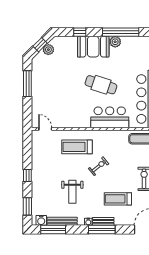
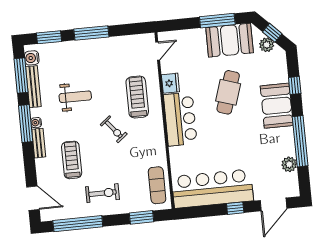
plant: (115, 42) -> (289, 164), moved
booth: (42, 76) -> (230, 40), added
cafe table: (101, 85) -> (228, 92), moved
bar counter: (110, 117) -> (180, 119), moved
fridge: (69, 122) -> (170, 83), added
window: (27, 176) -> (91, 33), width x2.17
weight bench: (72, 192) -> (75, 97), turned 180
window: (102, 229) -> (26, 123), moved

